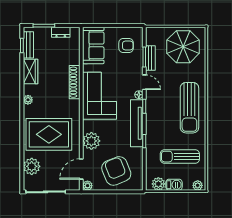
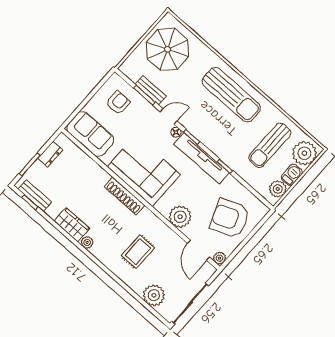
wardrobe: (30, 71) -> (72, 225), moved
shoe rack: (75, 82) -> (124, 196), moved
rug: (49, 134) -> (138, 252), width x0.54, depth x0.49
plant: (198, 185) -> (304, 153), width x1.87, depth x1.87

